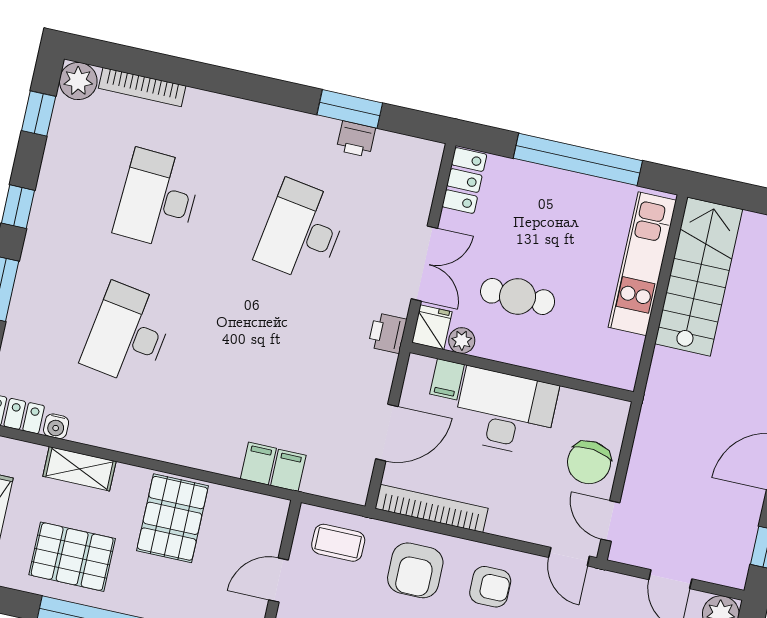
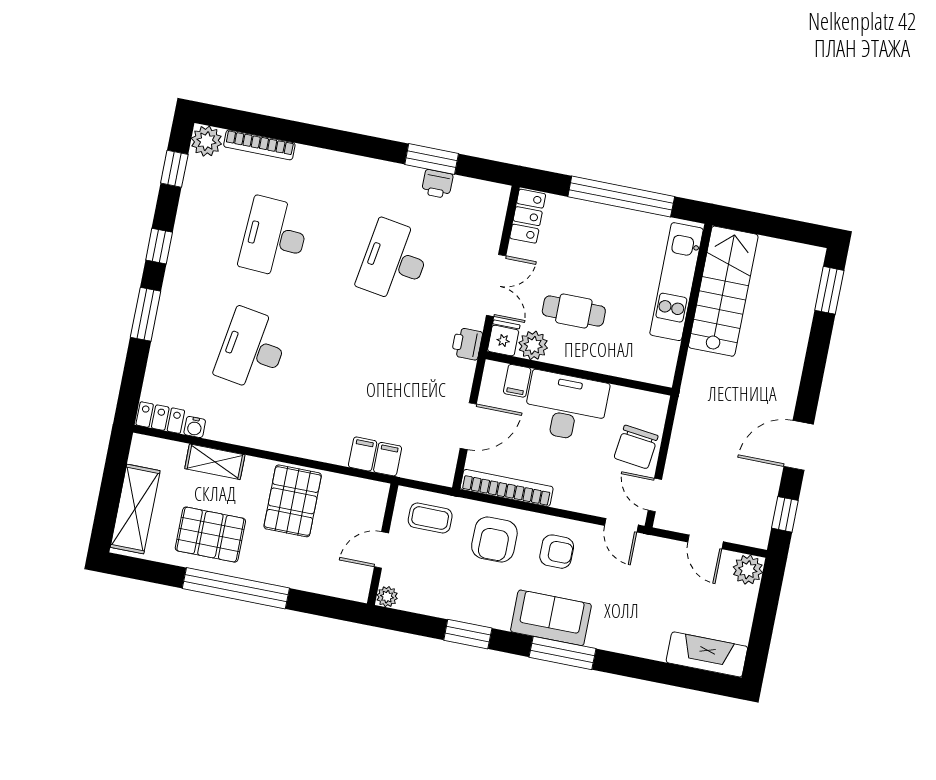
plant: (462, 341) -> (533, 345), width x1.38, depth x1.38

